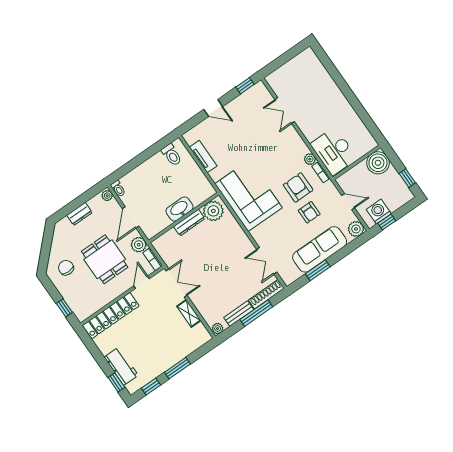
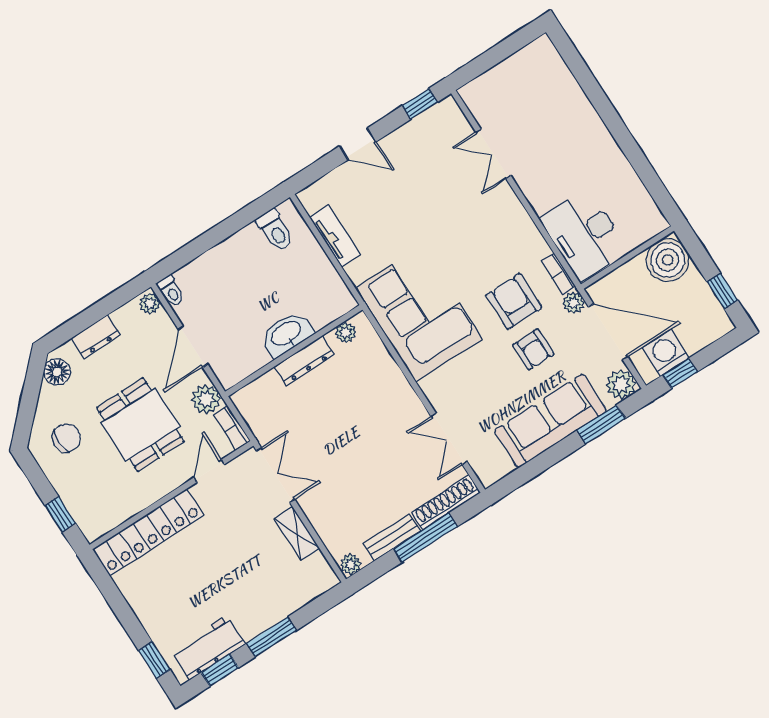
plant: (310, 159) -> (573, 303), moved
door: (348, 202) -> (608, 332), width x1.87
plant: (213, 211) -> (346, 333), width x0.53, depth x0.53
floor lamp: (60, 233) -> (57, 372), added
chair: (66, 268) -> (66, 438), turned 90
window: (318, 270) -> (601, 424), moved
workbench: (121, 366) -> (208, 648), moved, turned -90

